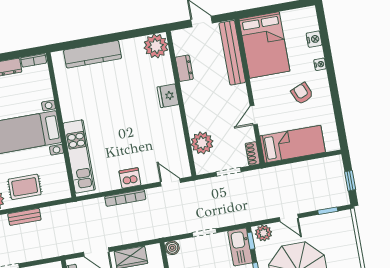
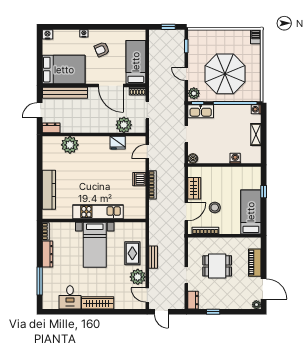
nightstand: (314, 39) -> (47, 34), moved
plant: (156, 46) -> (70, 145), moved
dresser: (184, 68) -> (51, 128), moved
fridge: (168, 96) -> (118, 143), moved
door: (254, 115) -> (111, 86), width x1.88
kitchen unit: (79, 156) -> (98, 212), moved
door: (289, 218) -> (186, 74), swing flipped

